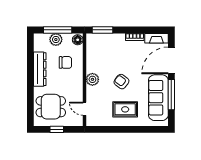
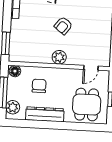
plant: (56, 40) -> (13, 107), moved
rug: (125, 109) -> (94, 23), removed

